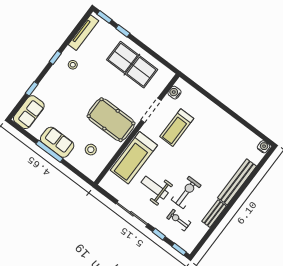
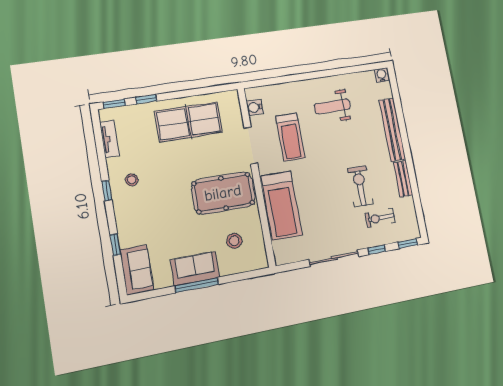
tv unit: (83, 33) -> (110, 139), width x0.71
weight bench: (155, 188) -> (332, 107), moved

